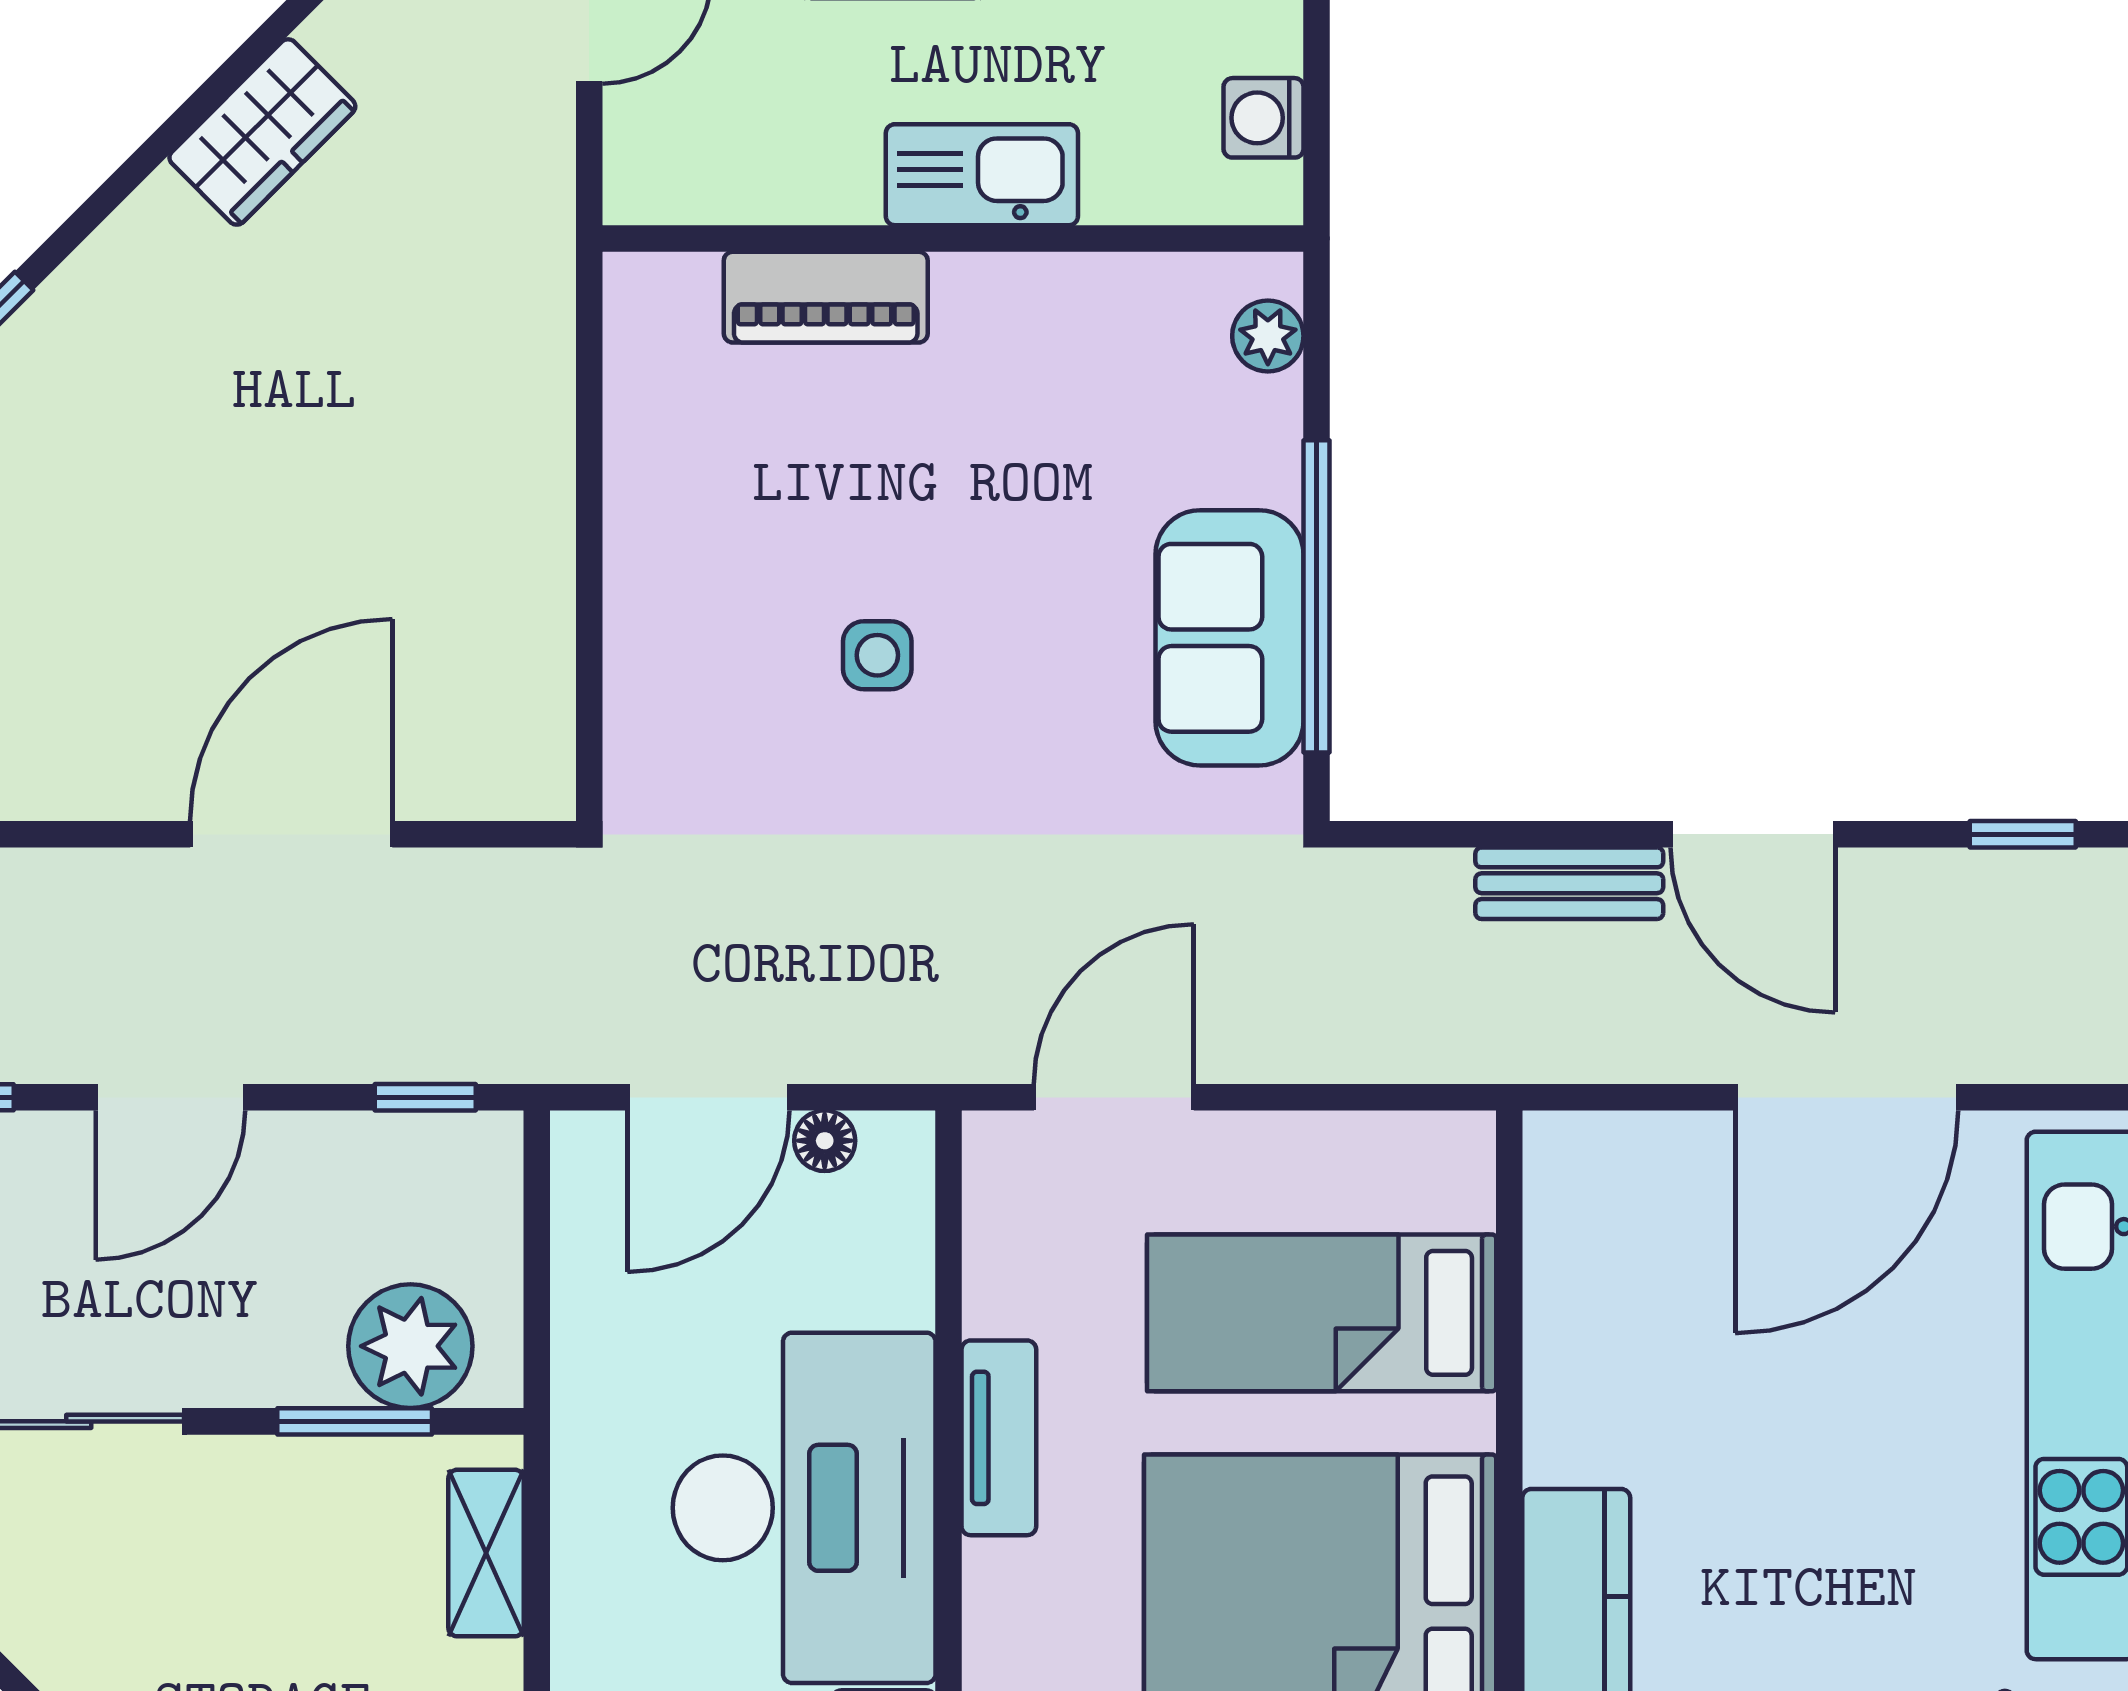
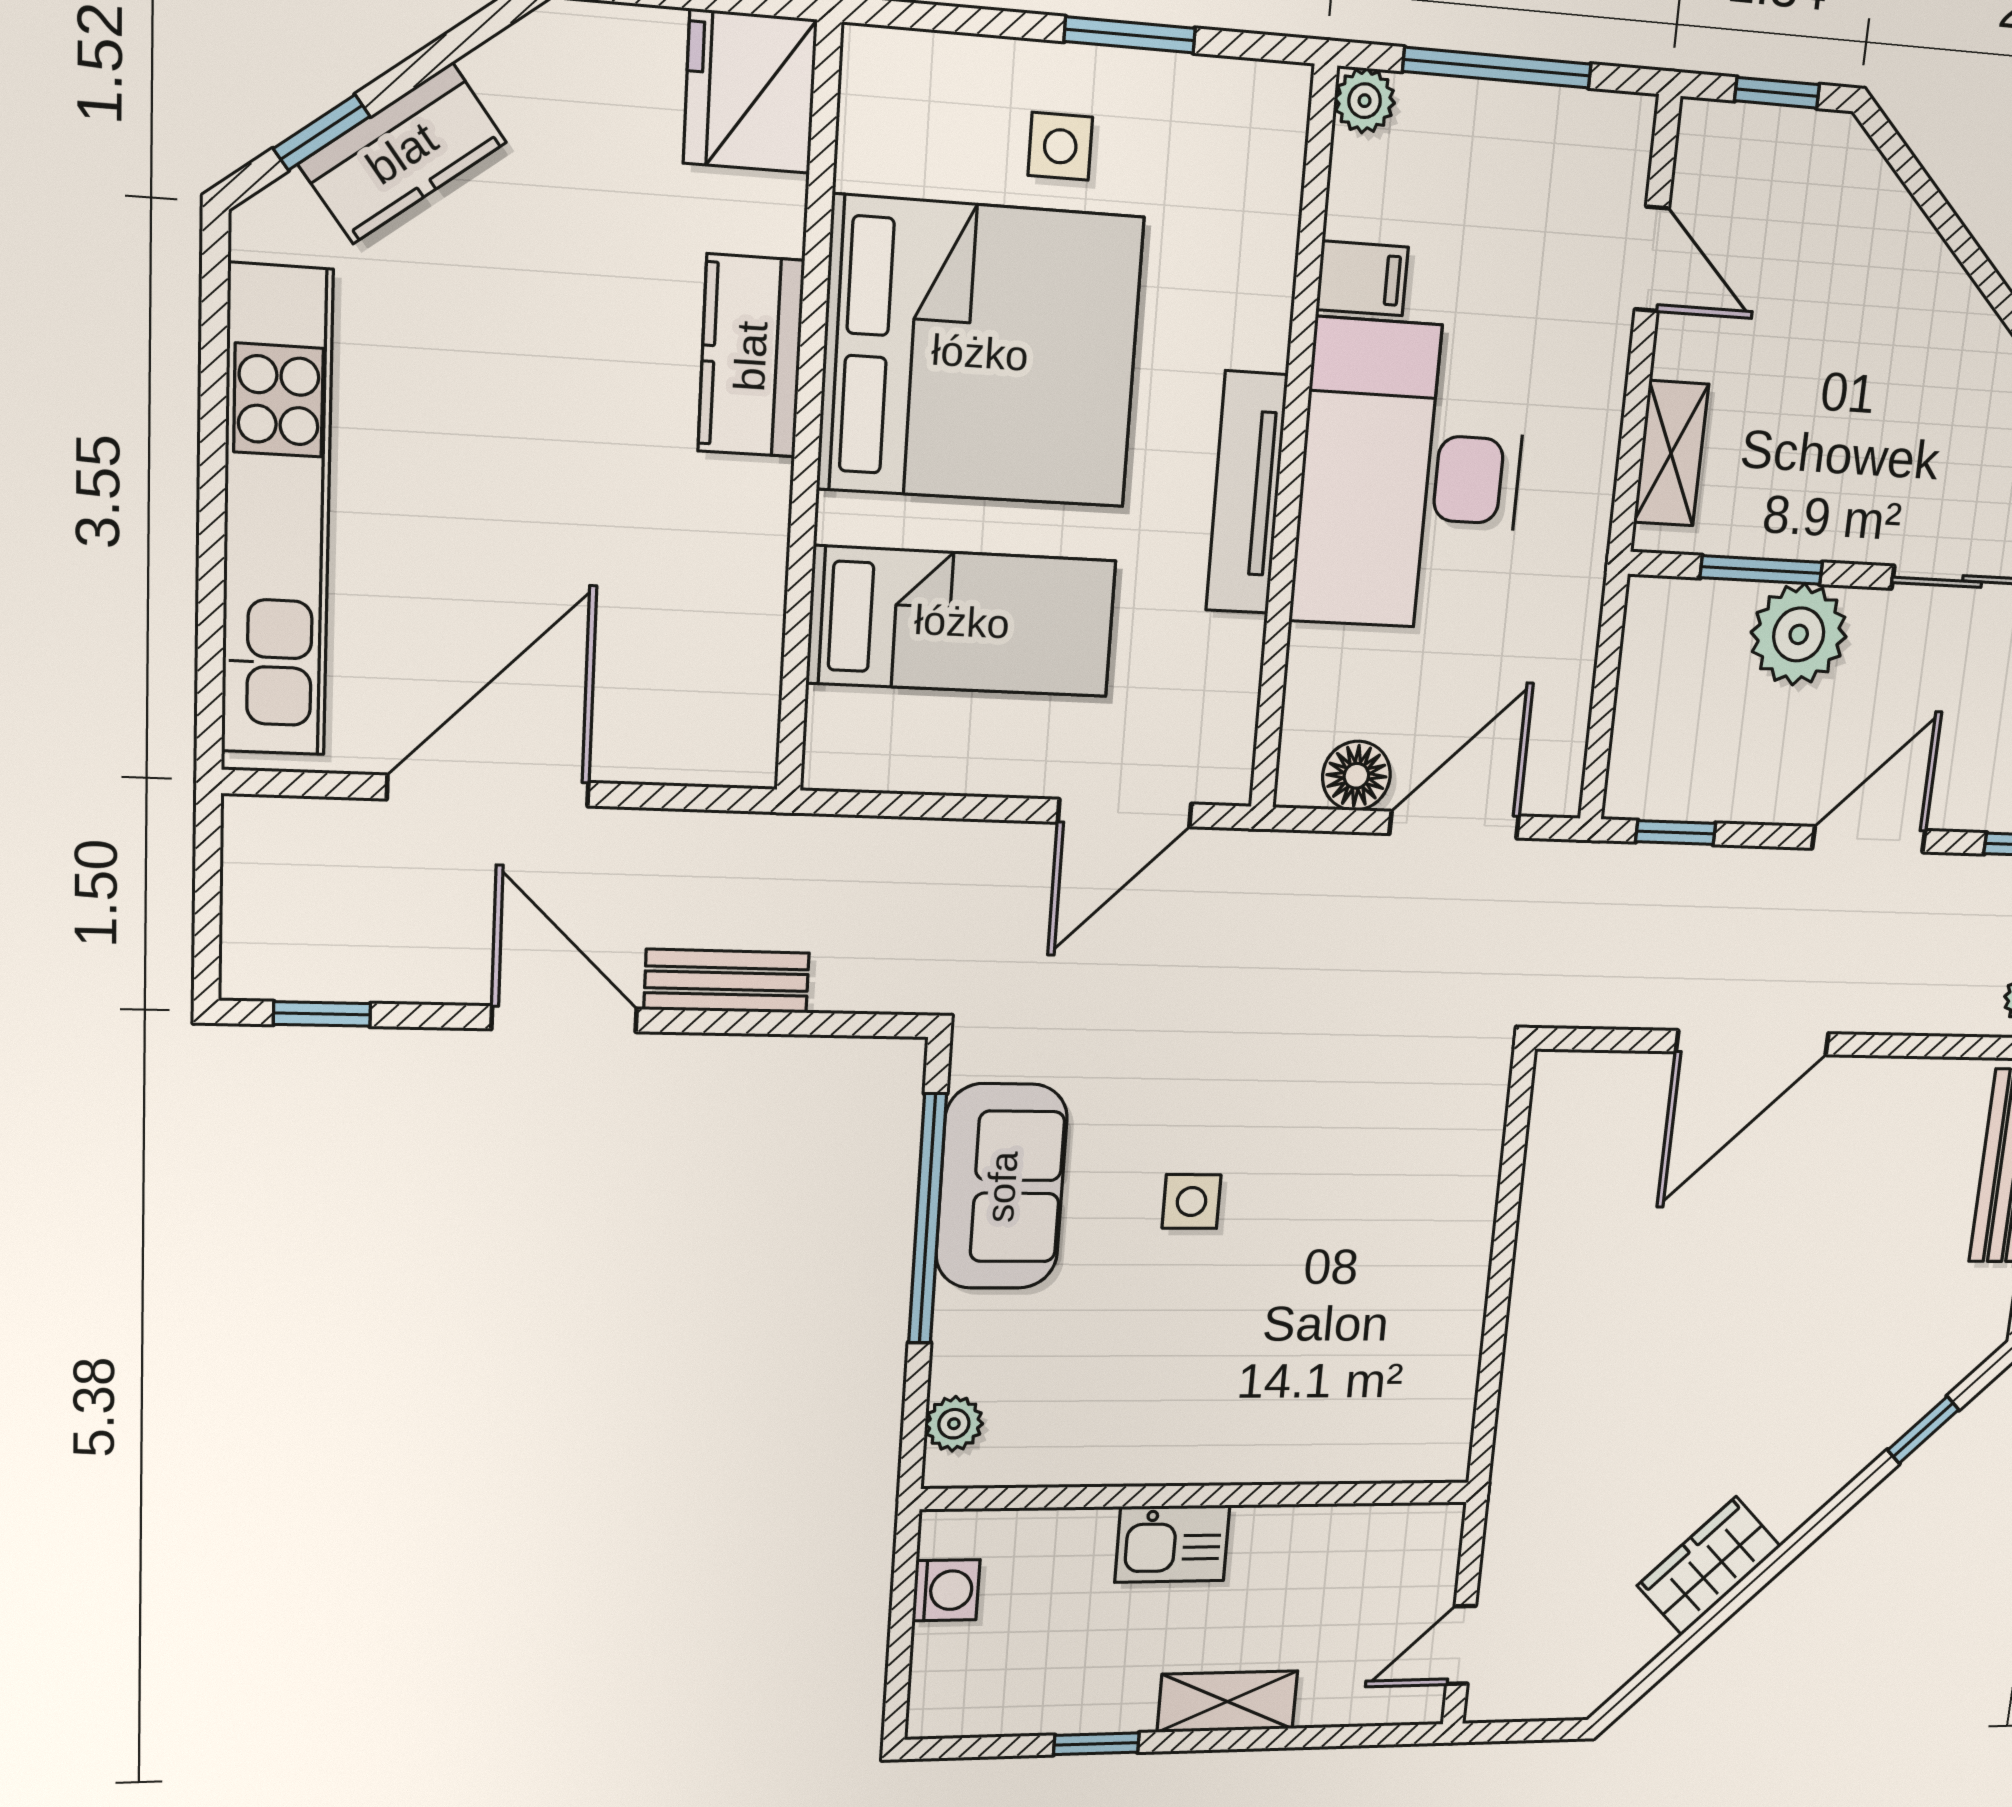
kitchen sink: (982, 175) -> (1172, 1544), width x0.73
piano: (826, 297) -> (1302, 1450), removed
side table: (877, 655) -> (1192, 1202), moved
floor lamp: (825, 1141) -> (1356, 776), width x1.37, depth x1.37
plant: (410, 1346) -> (1799, 634), moved
tv unit: (999, 1438) -> (1247, 493), width x1.41

